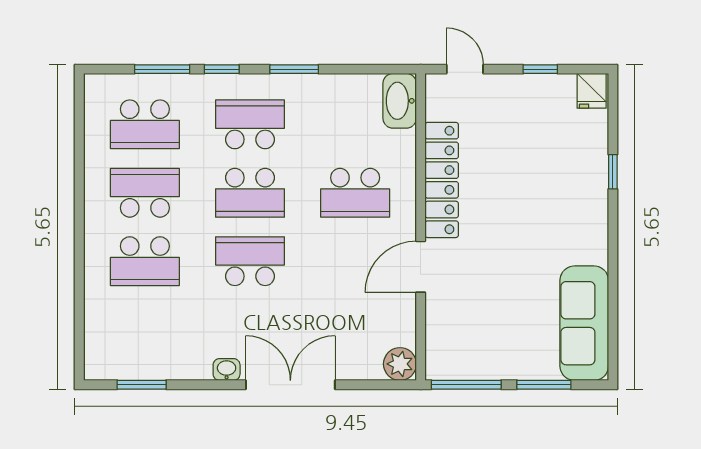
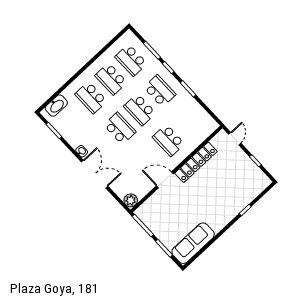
fridge: (592, 91) -> (263, 182), removed
washbasin: (400, 101) -> (56, 106), moved, turned 180
school desk: (145, 193) -> (111, 79), turned 180

